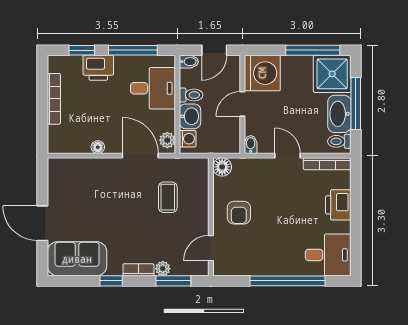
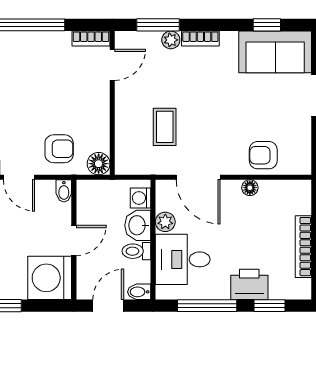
plant: (167, 140) -> (165, 222), moved
armchair: (87, 174) -> (263, 155), added
armchair: (239, 213) -> (59, 149), moved, turned 90
bookcase: (228, 270) -> (91, 39), added
window: (111, 281) -> (267, 25), moved

